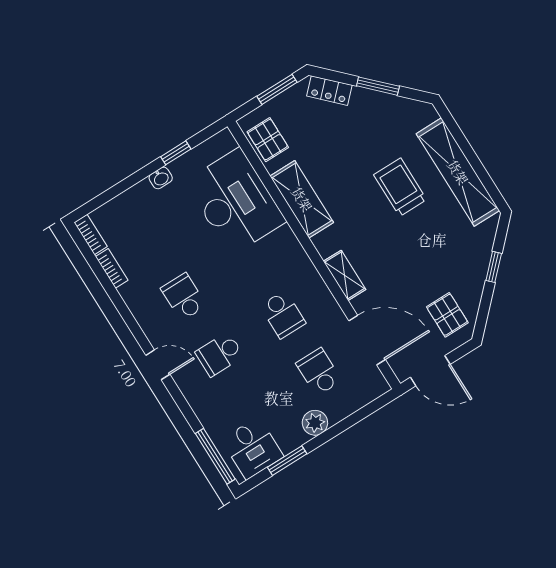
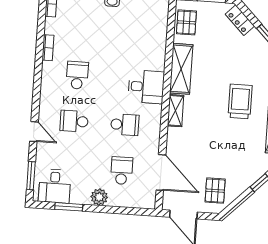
desk: (235, 202) -> (146, 87), moved, width x0.53, depth x0.77
bookcase: (112, 268) -> (48, 48), moved
shelving: (345, 275) -> (176, 111), moved
school desk: (283, 315) -> (125, 125), turned -90
door: (158, 365) -> (34, 132), moved
window: (215, 456) -> (31, 176), width x0.69

